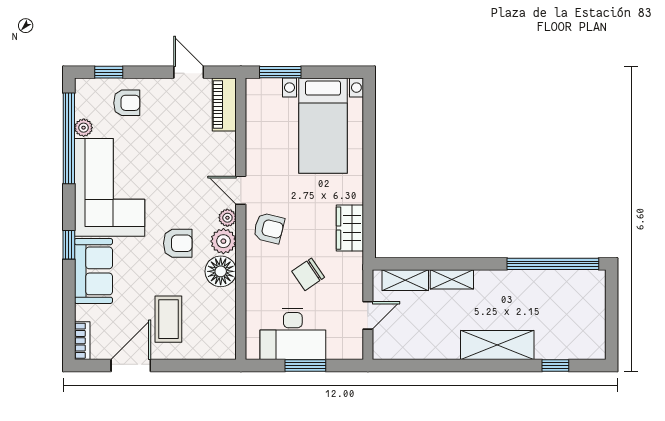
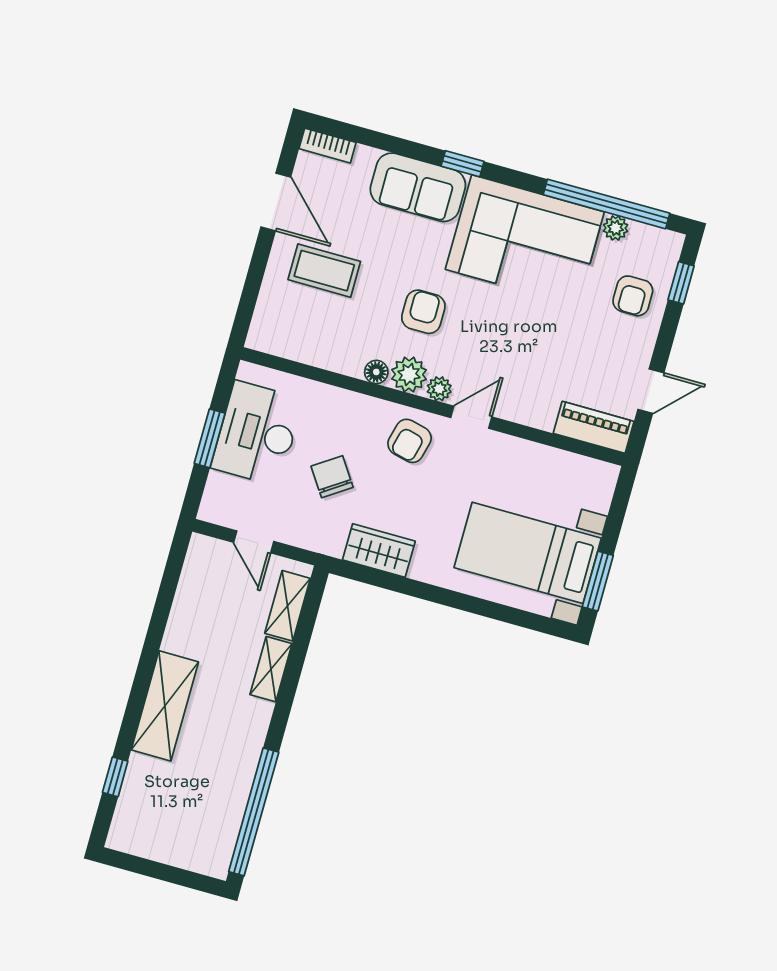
window: (280, 72) -> (598, 581), moved
armchair: (178, 243) -> (423, 312), turned 180
floor lamp: (221, 271) -> (376, 372), width x0.53, depth x0.53

